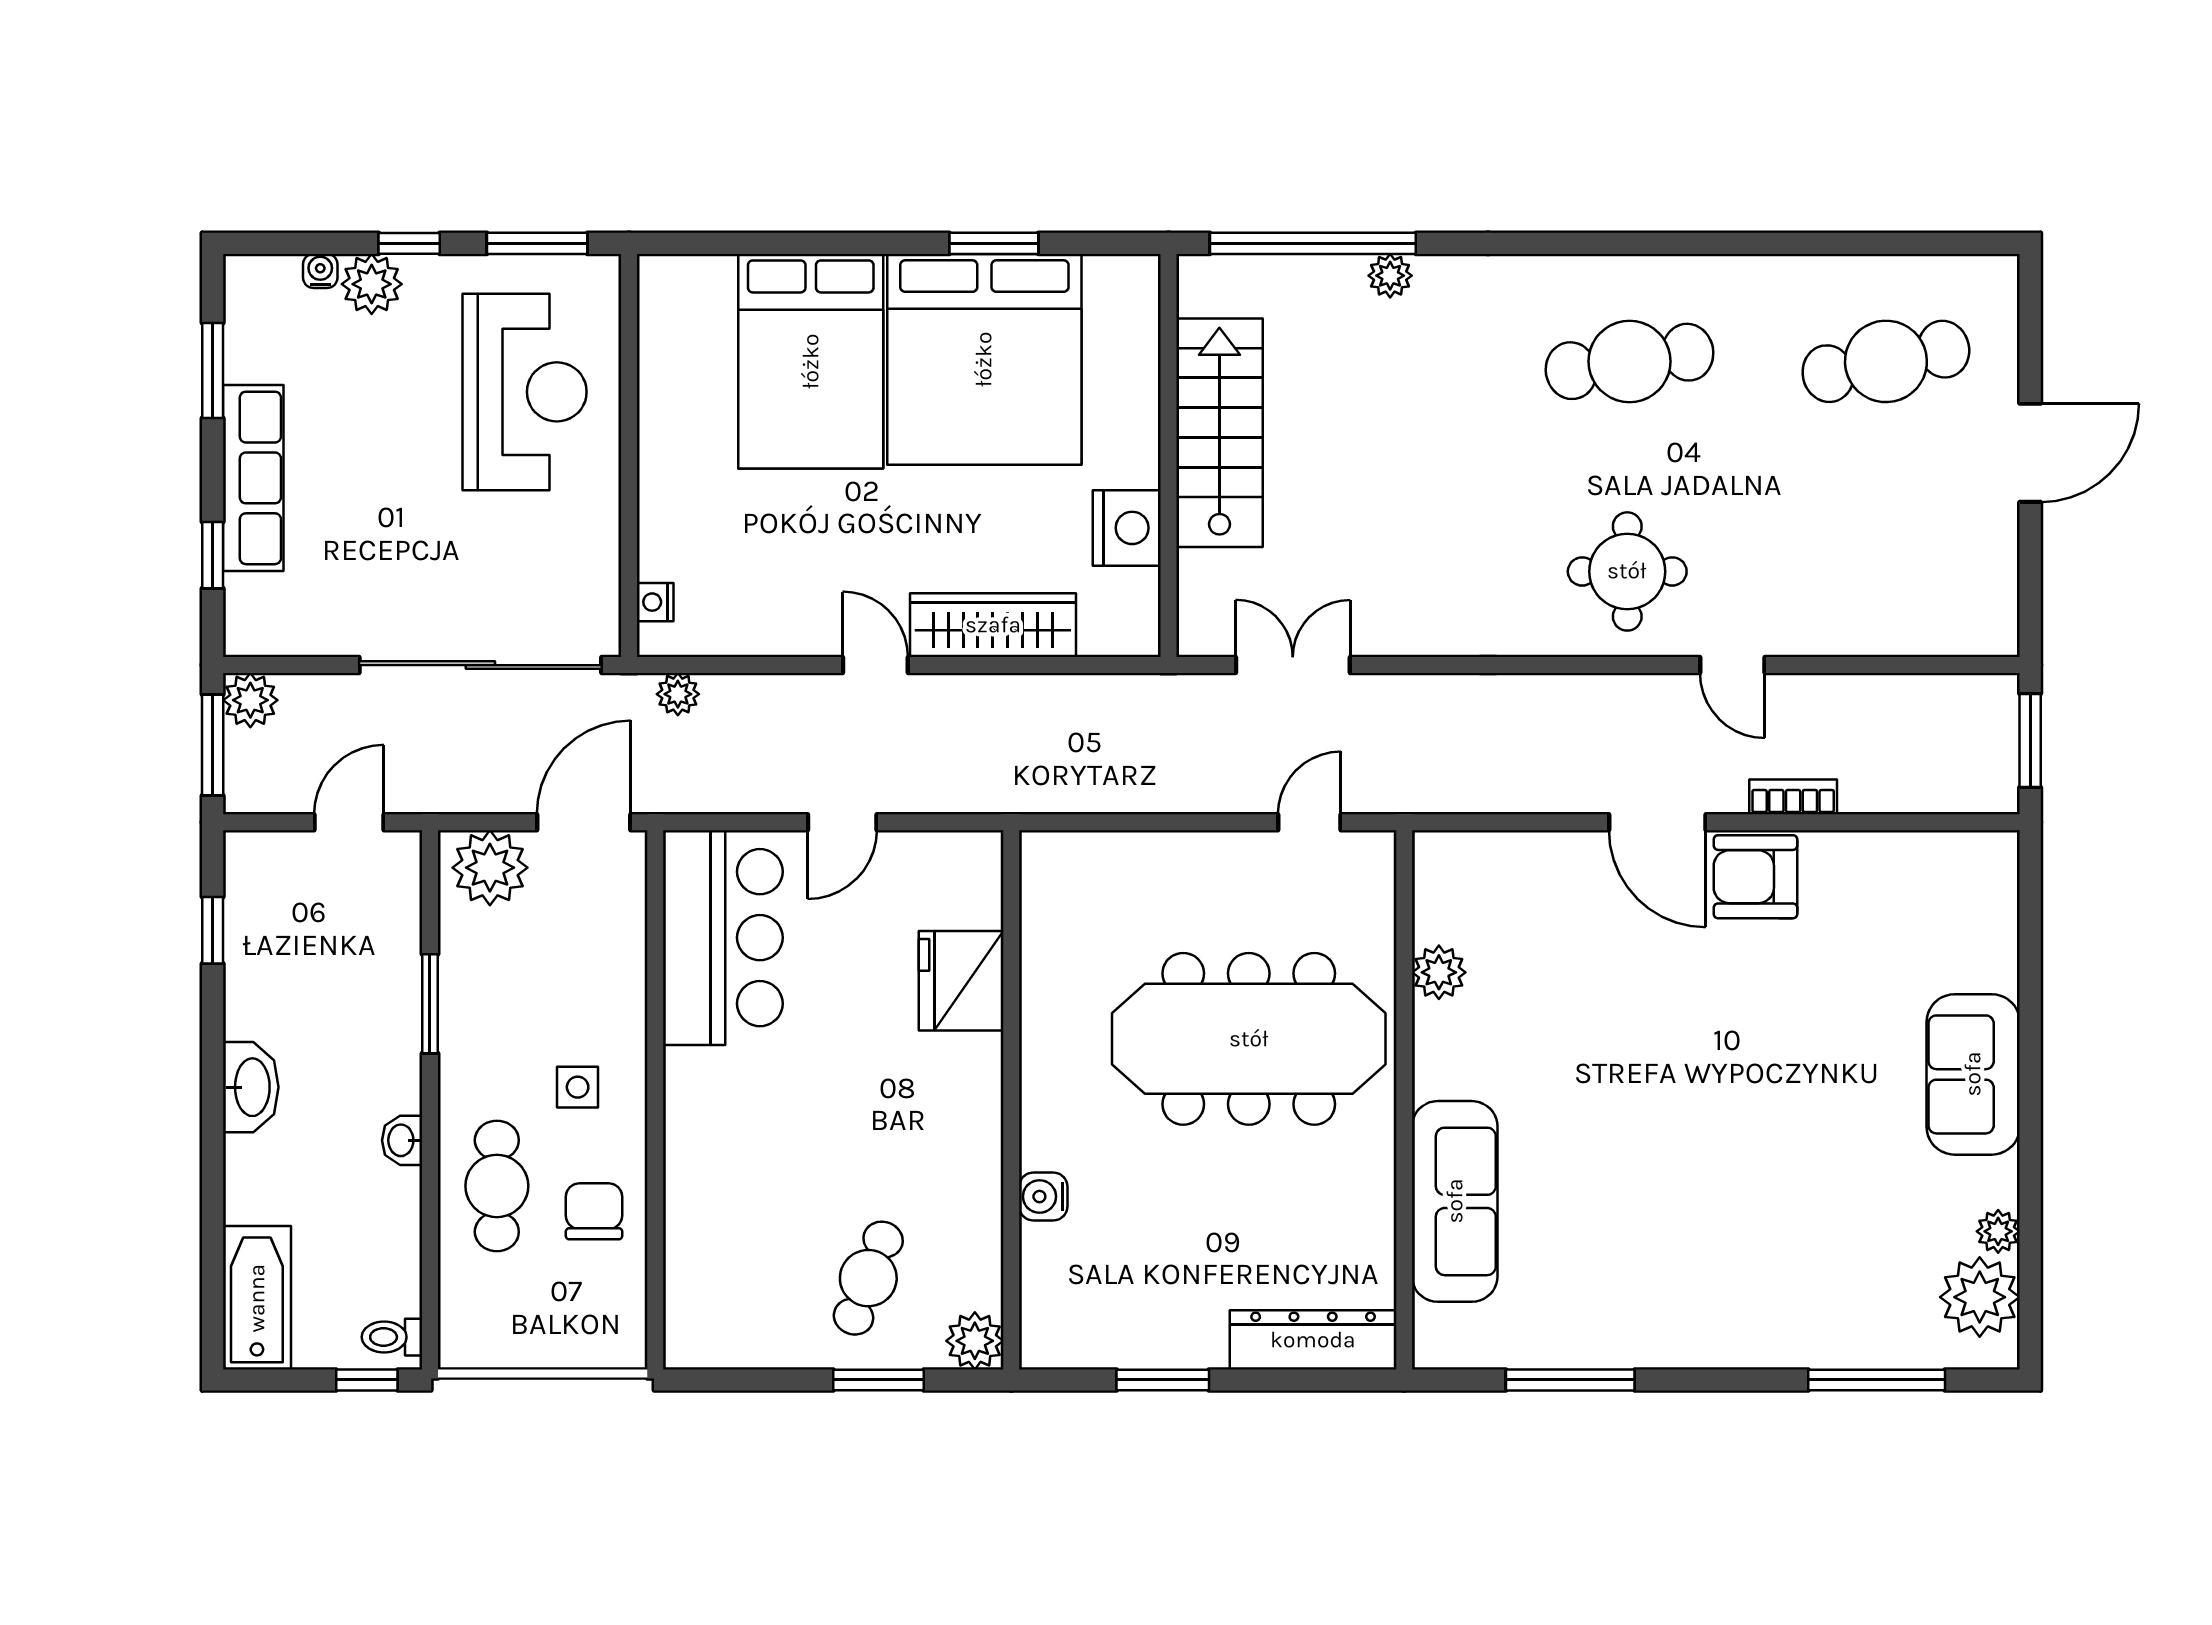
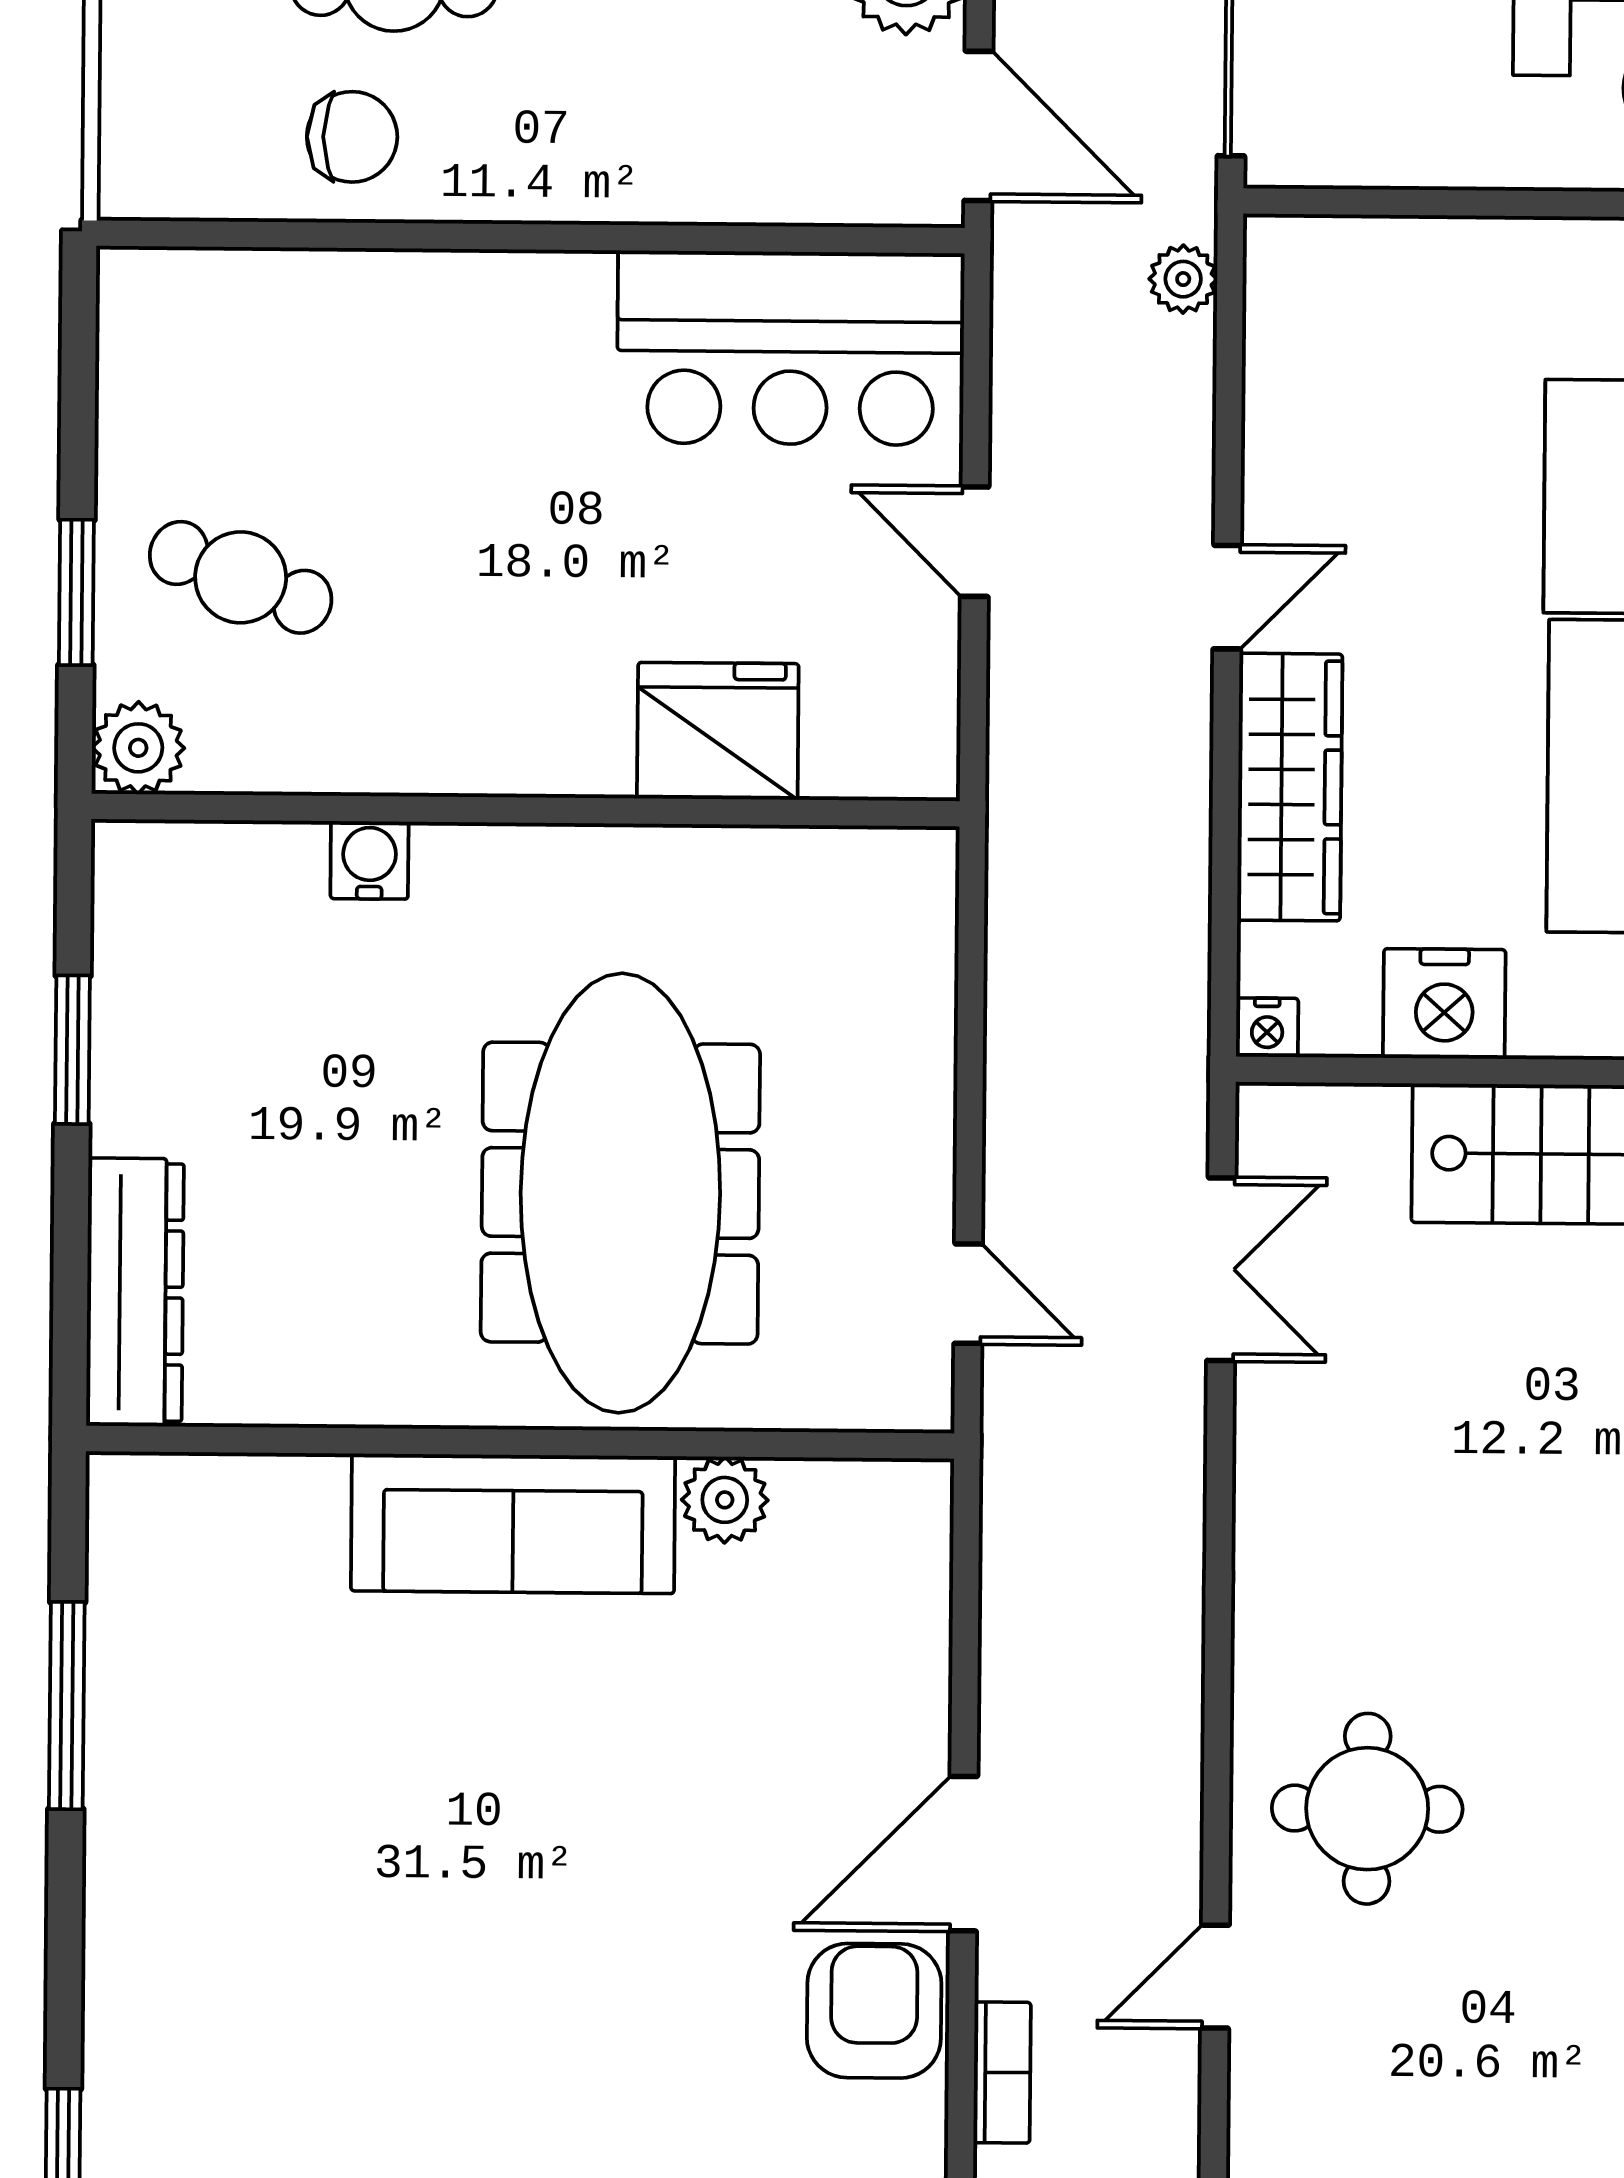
nightstand: (655, 602) -> (1267, 1027), moved, turned 180
side table: (578, 1087) -> (552, 112), removed
sofa: (1455, 1201) -> (513, 1524), moved

